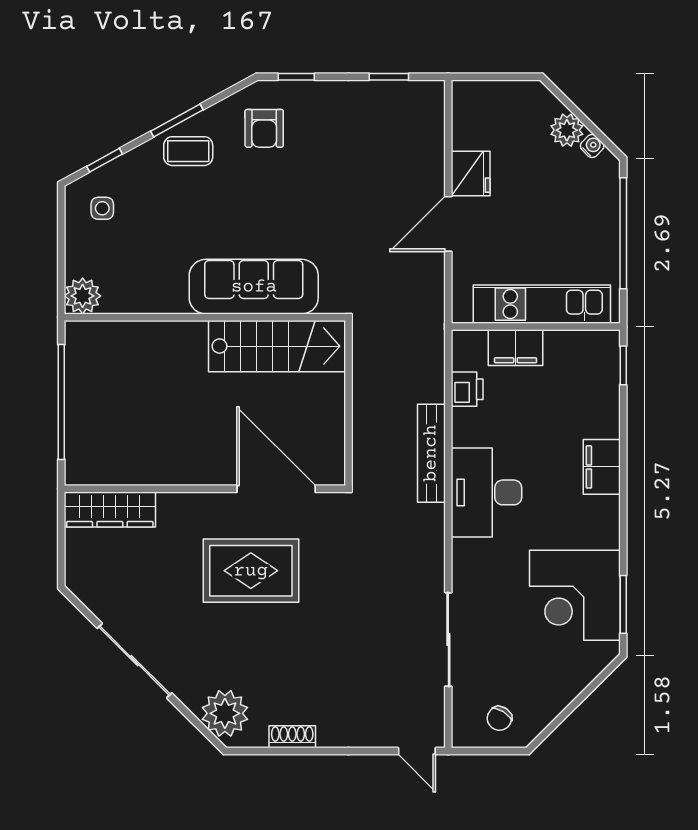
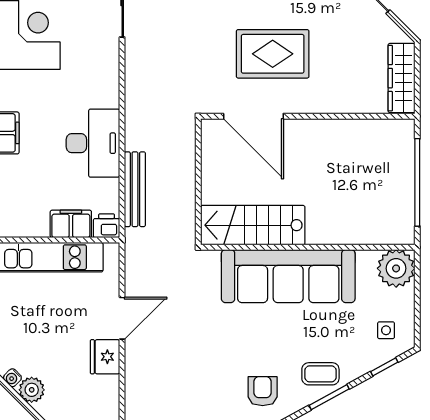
sofa: (254, 287) -> (288, 276), width x1.36, depth x1.27
plant: (83, 296) -> (396, 268), width x1.36, depth x1.36
printer: (467, 389) -> (107, 226), moved, turned 90
bench: (431, 453) -> (135, 189), moved
desk: (487, 492) -> (93, 143), moved
wardrobe: (110, 510) -> (401, 78), moved, turned -90

